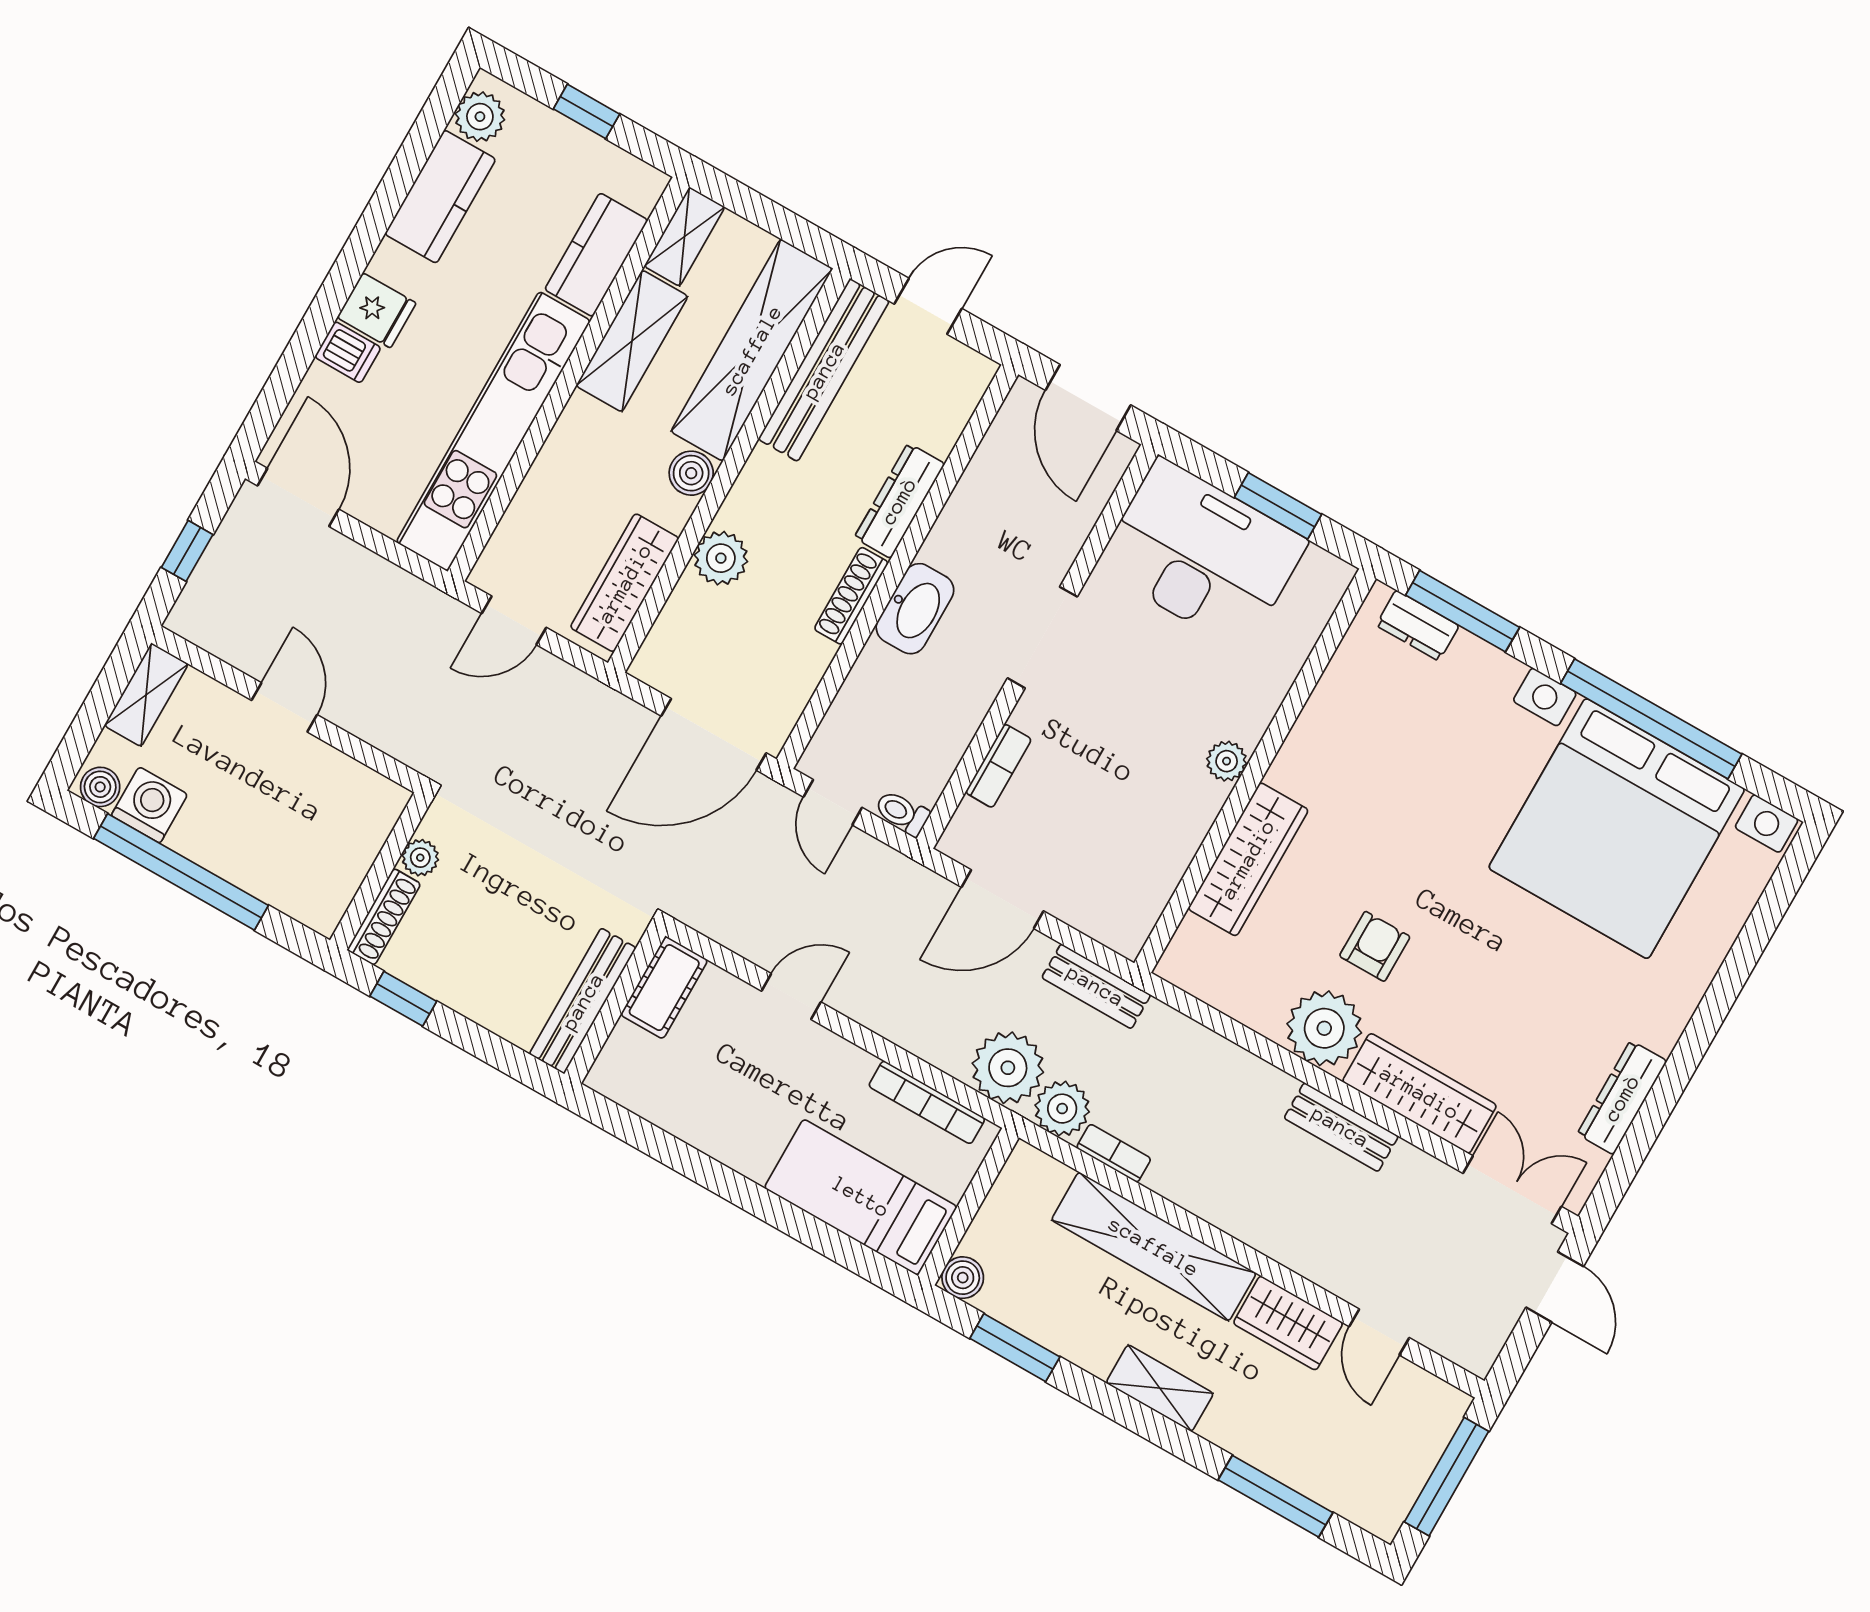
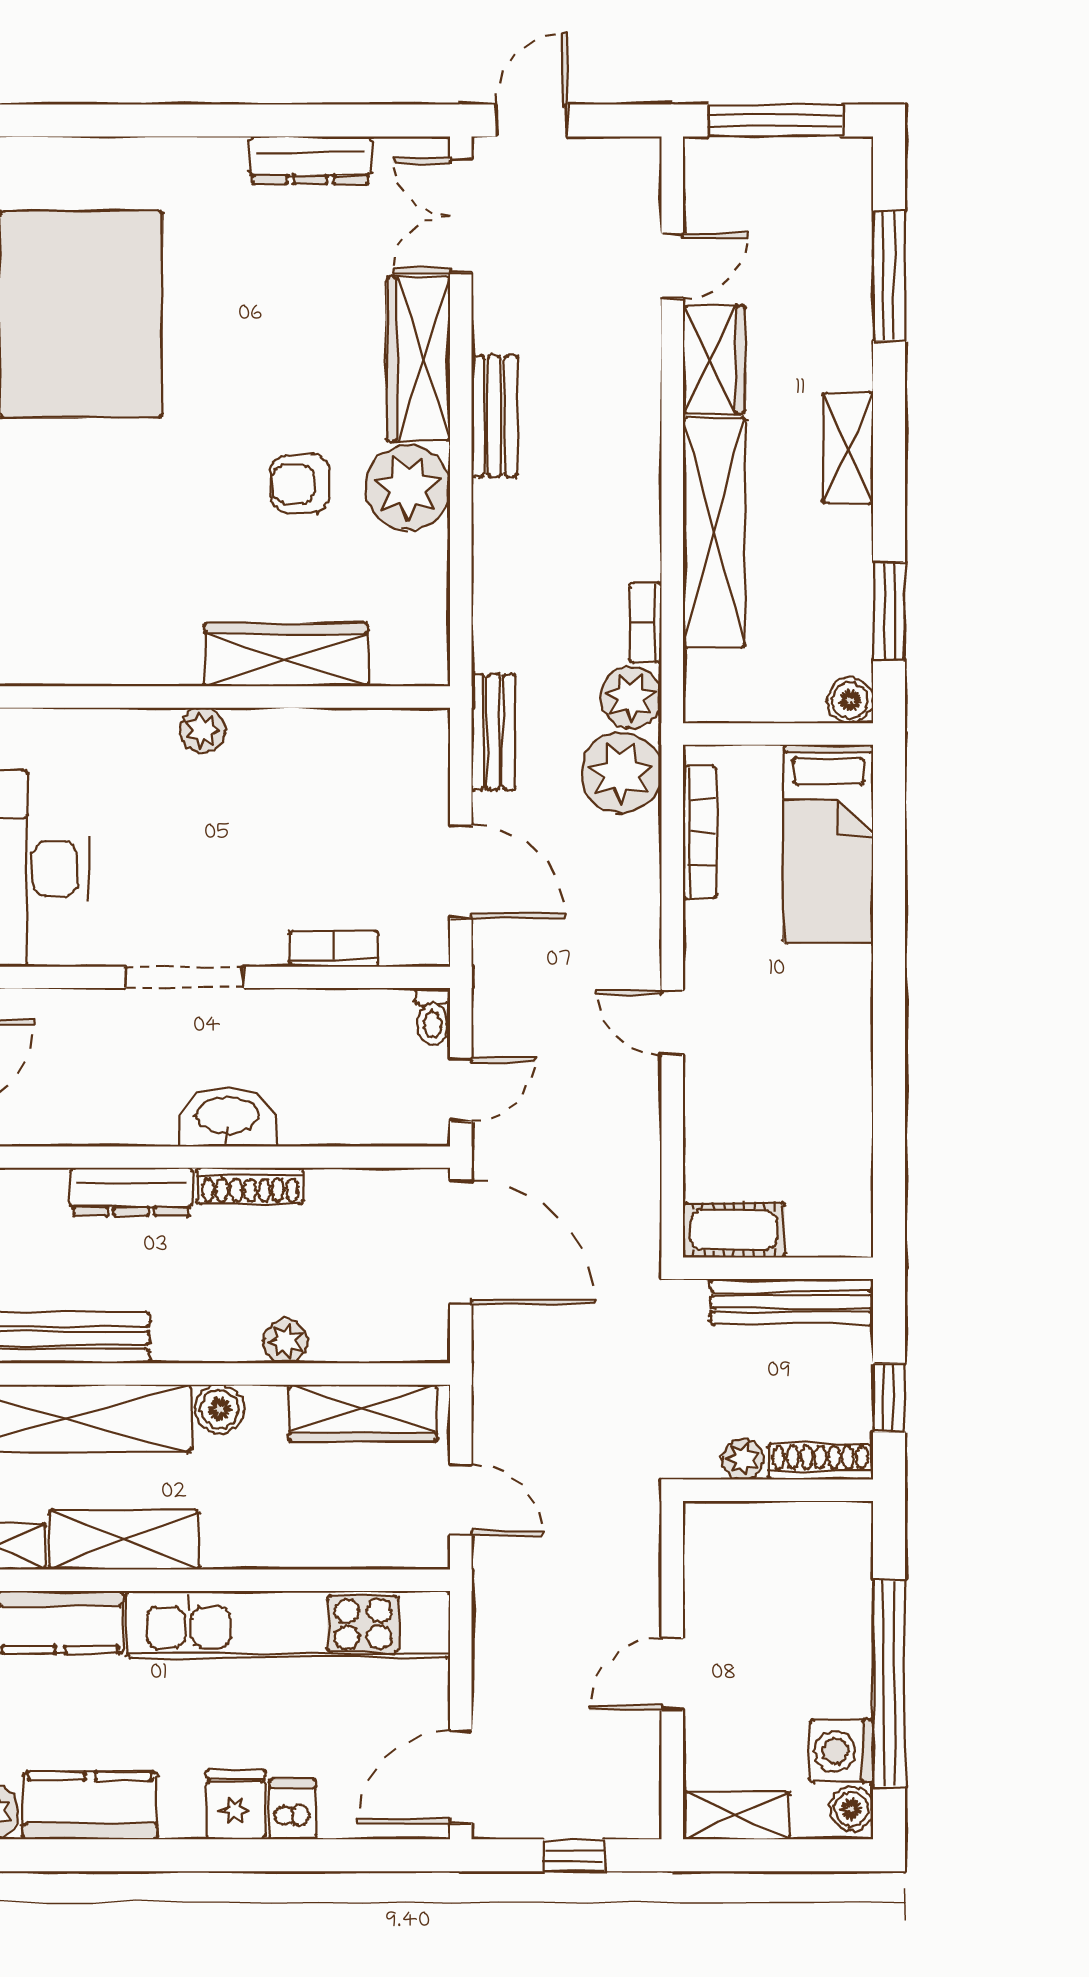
plant: (721, 558) -> (286, 1341), width x0.73, depth x0.73
cot: (664, 988) -> (734, 1230), moved
bench: (583, 1001) -> (792, 1302), moved
wall: (615, 1005) -> (778, 1268), moved

